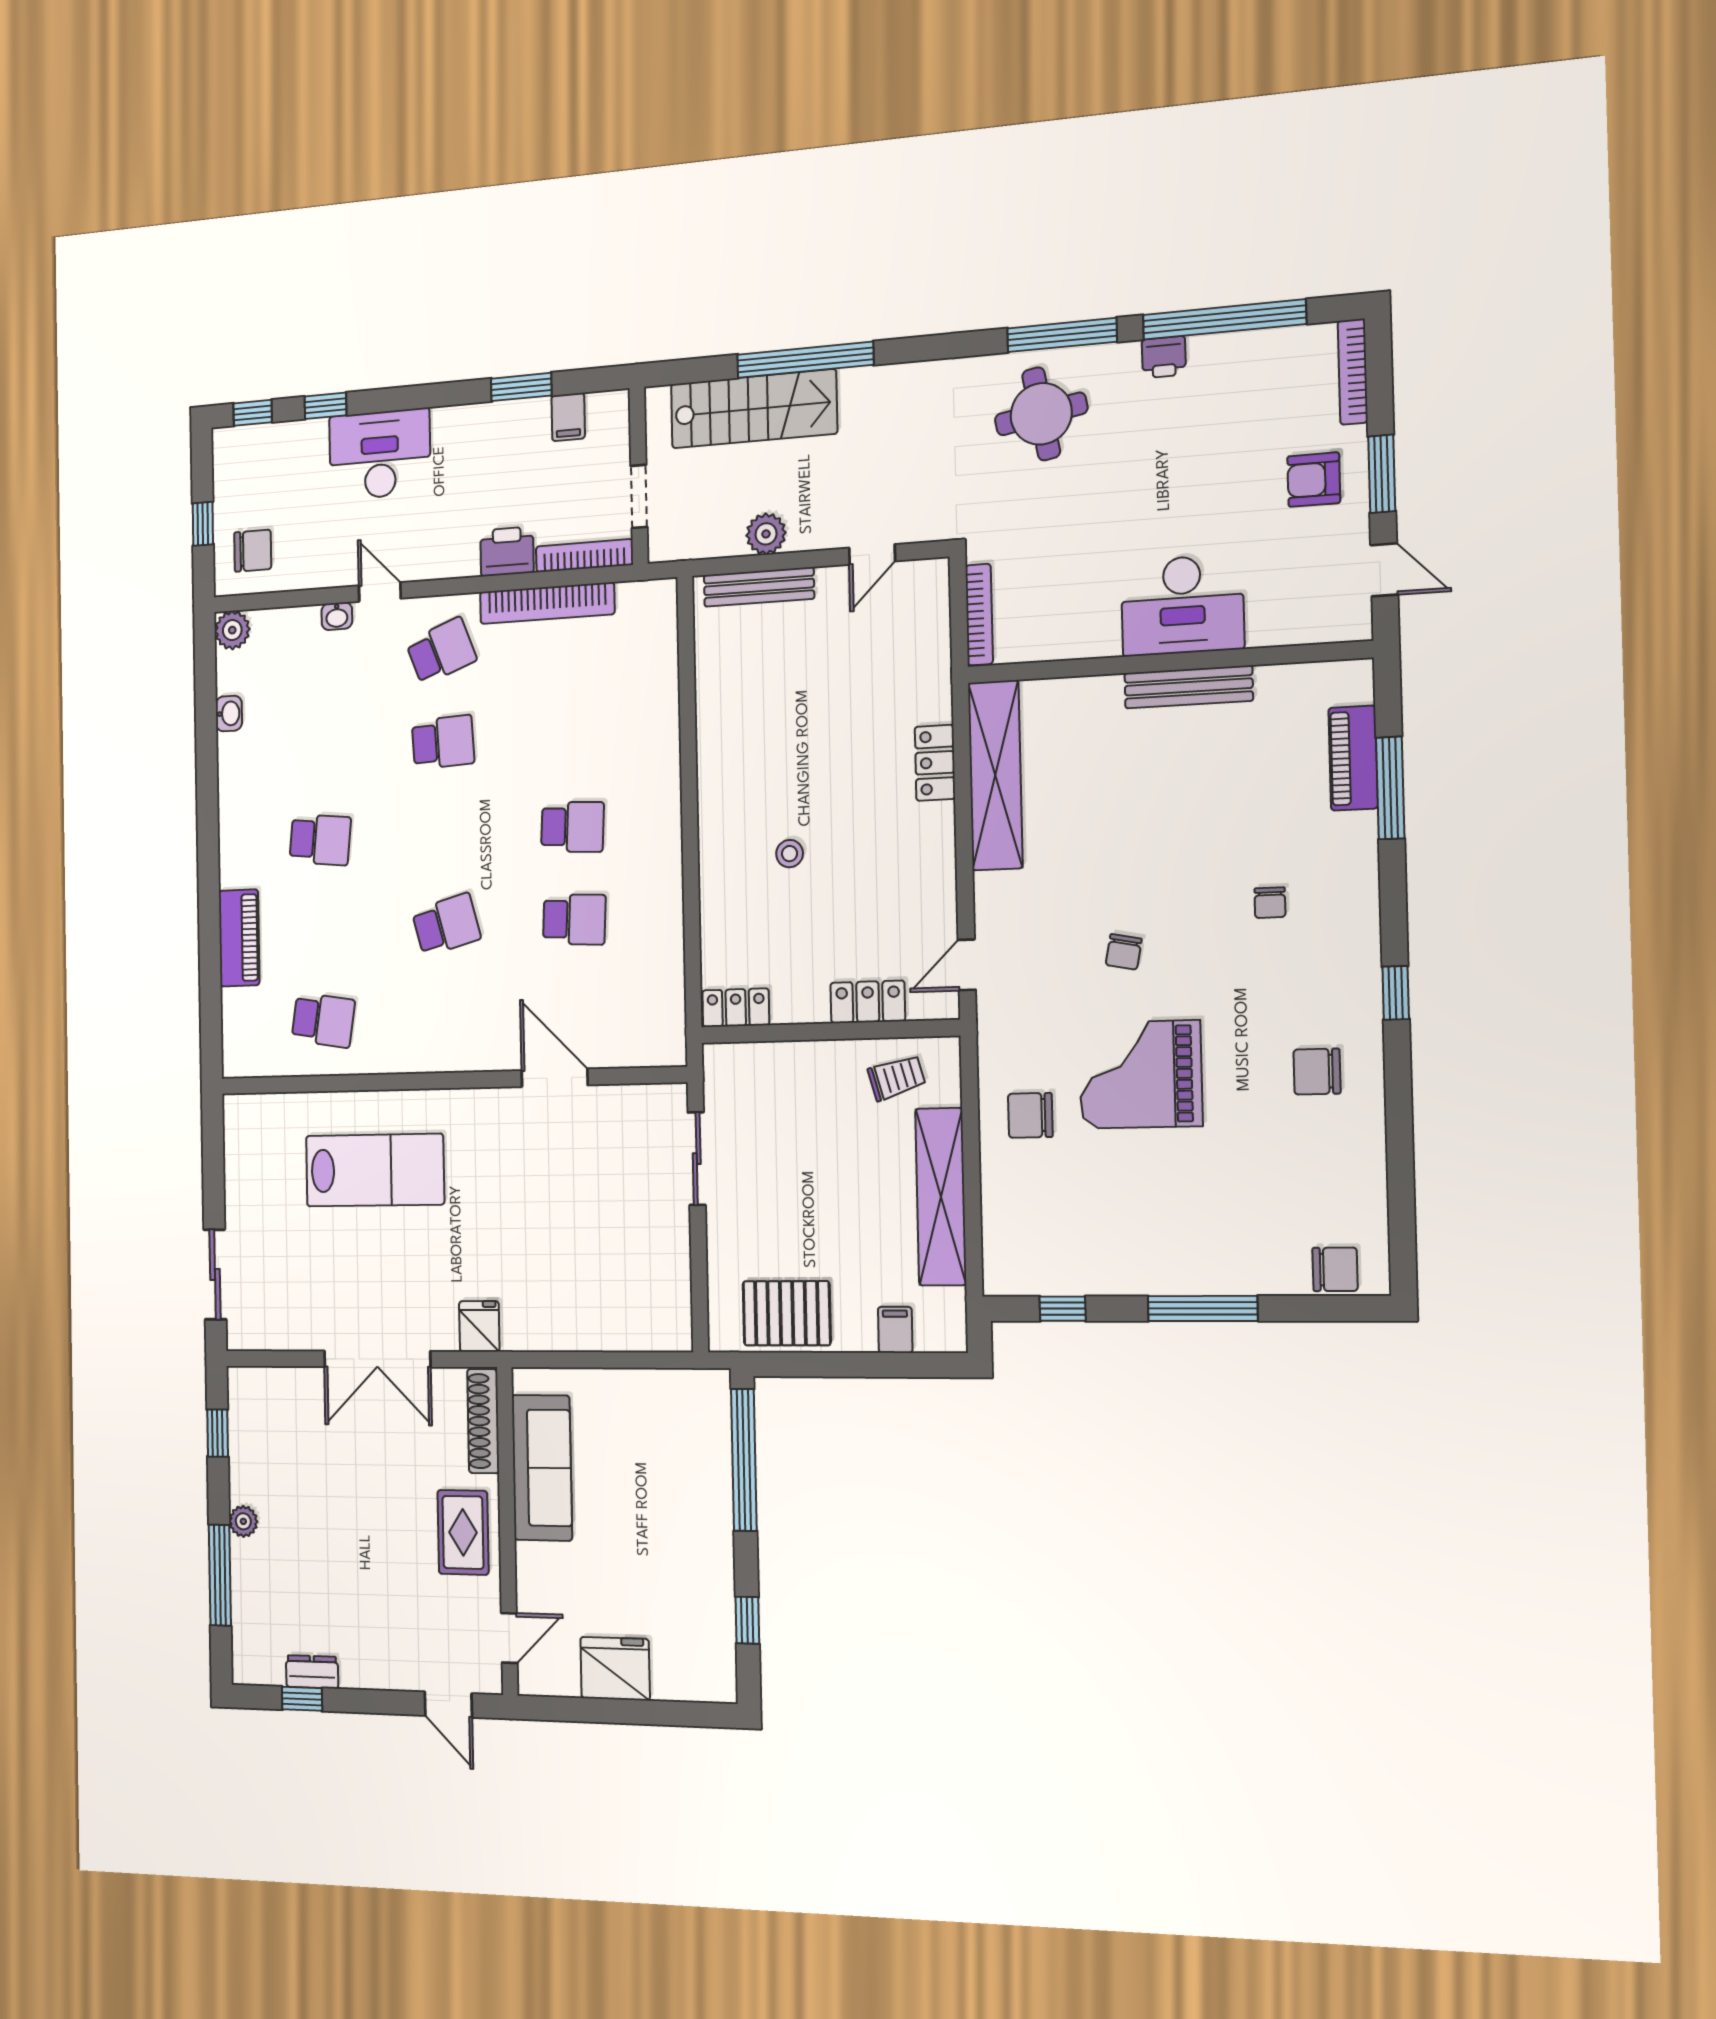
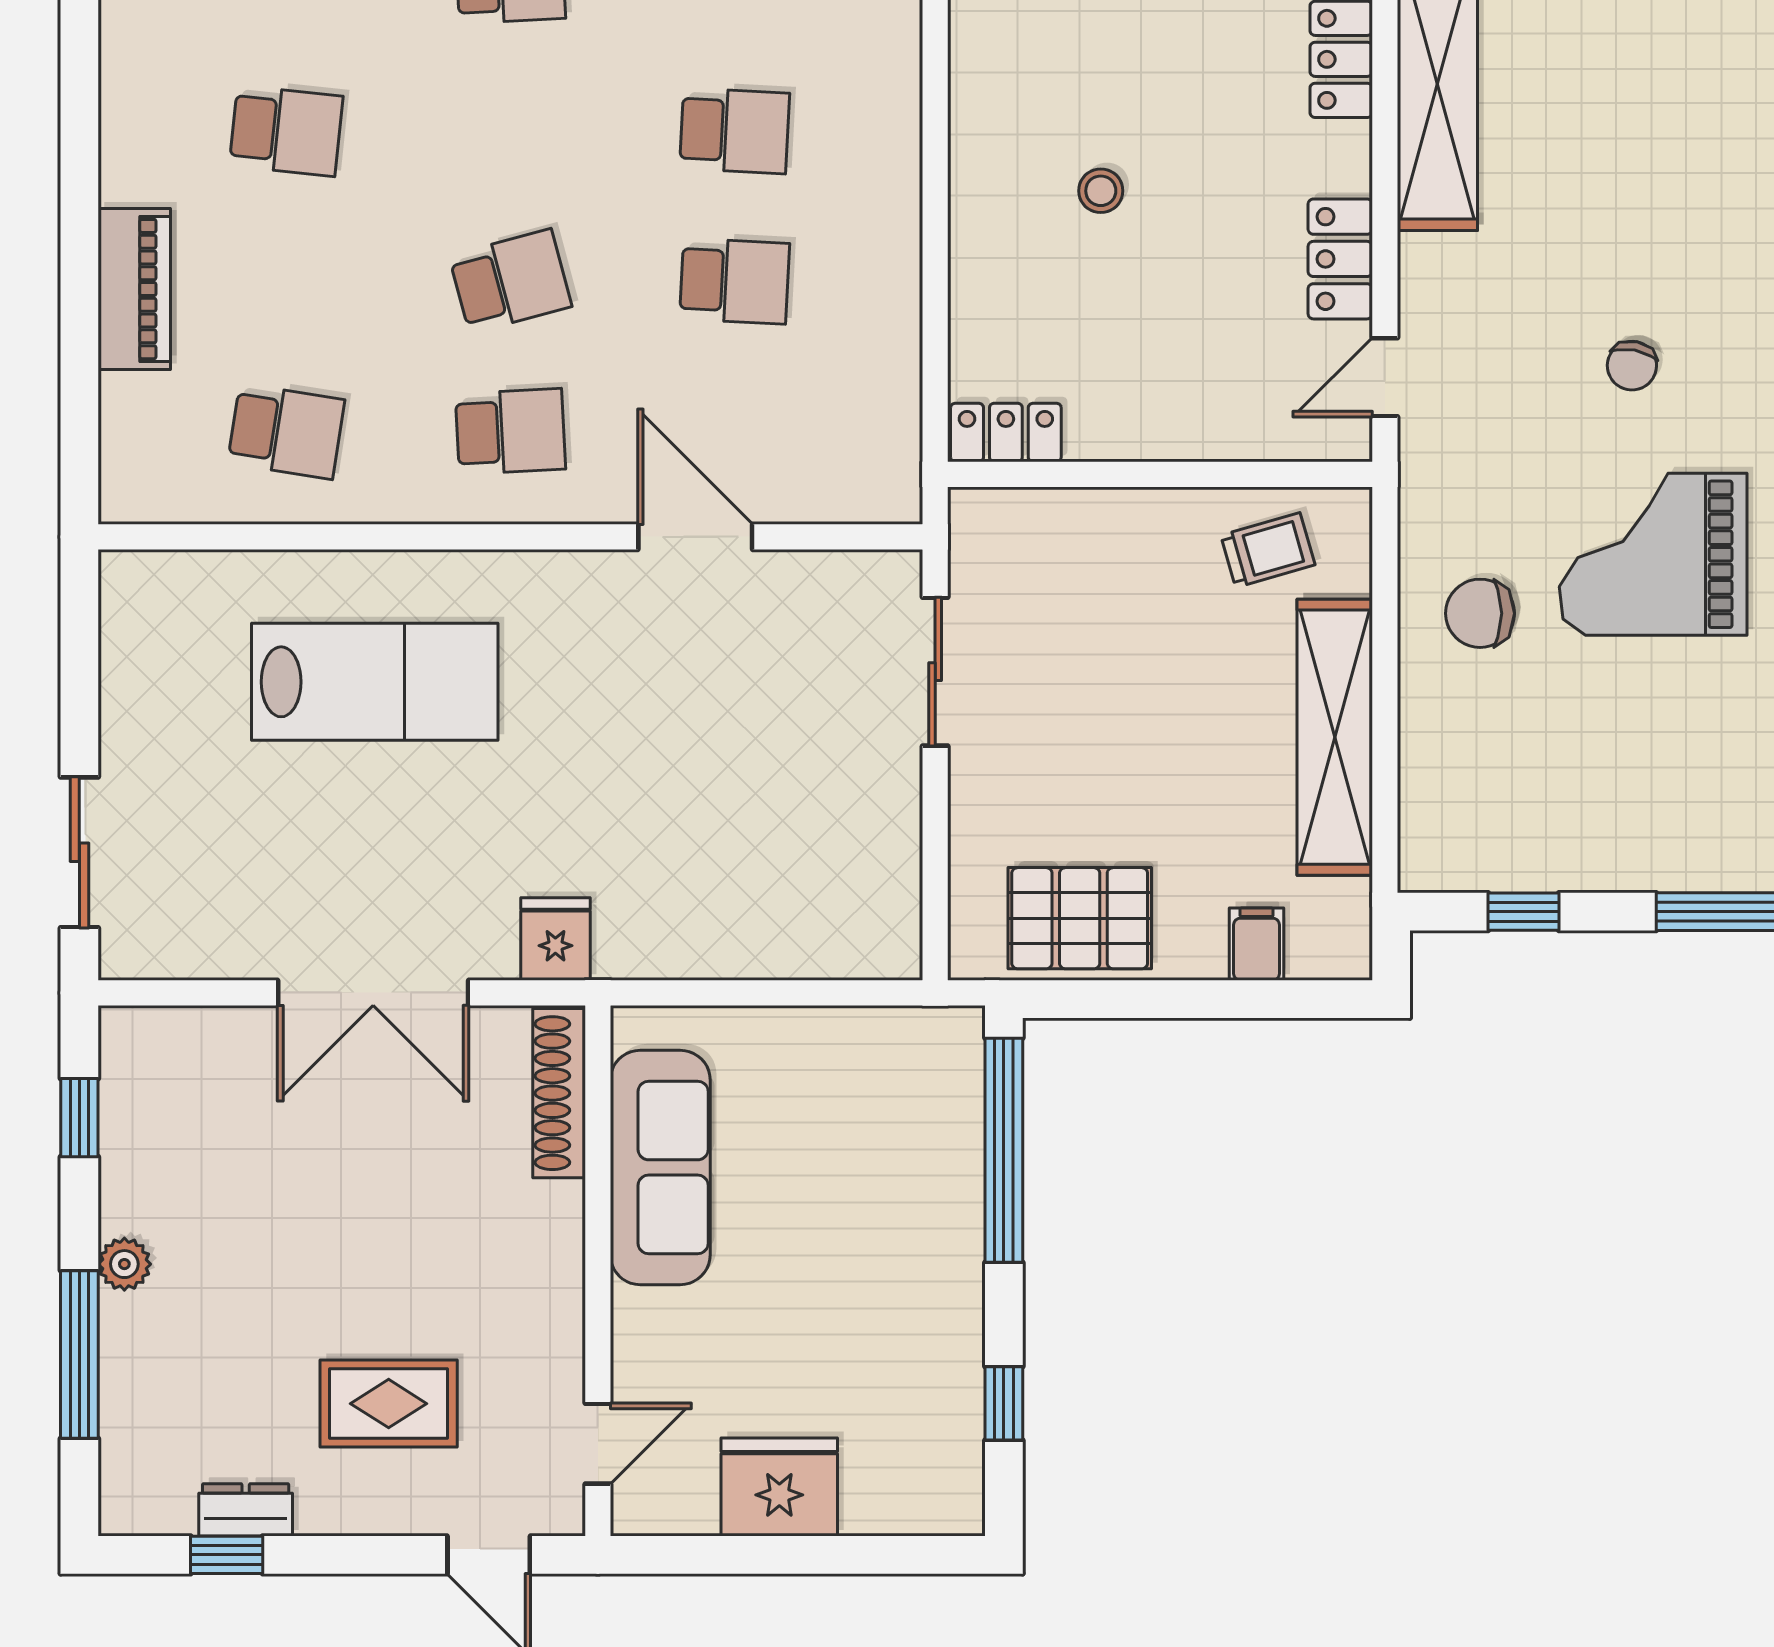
locker: (868, 1002) -> (1340, 259), moved, turned -90
school desk: (448, 1016) -> (510, 431), added
rug: (463, 1532) -> (389, 1404), moved, turned 90

